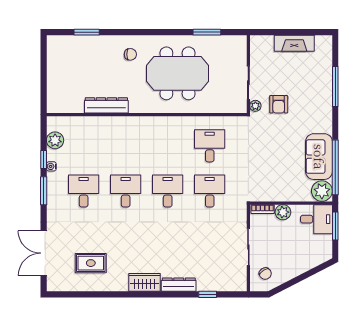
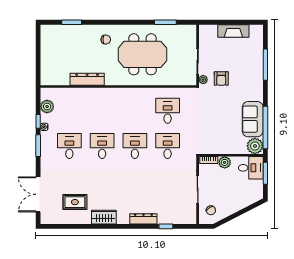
wardrobe: (145, 282) -> (104, 217), moved

